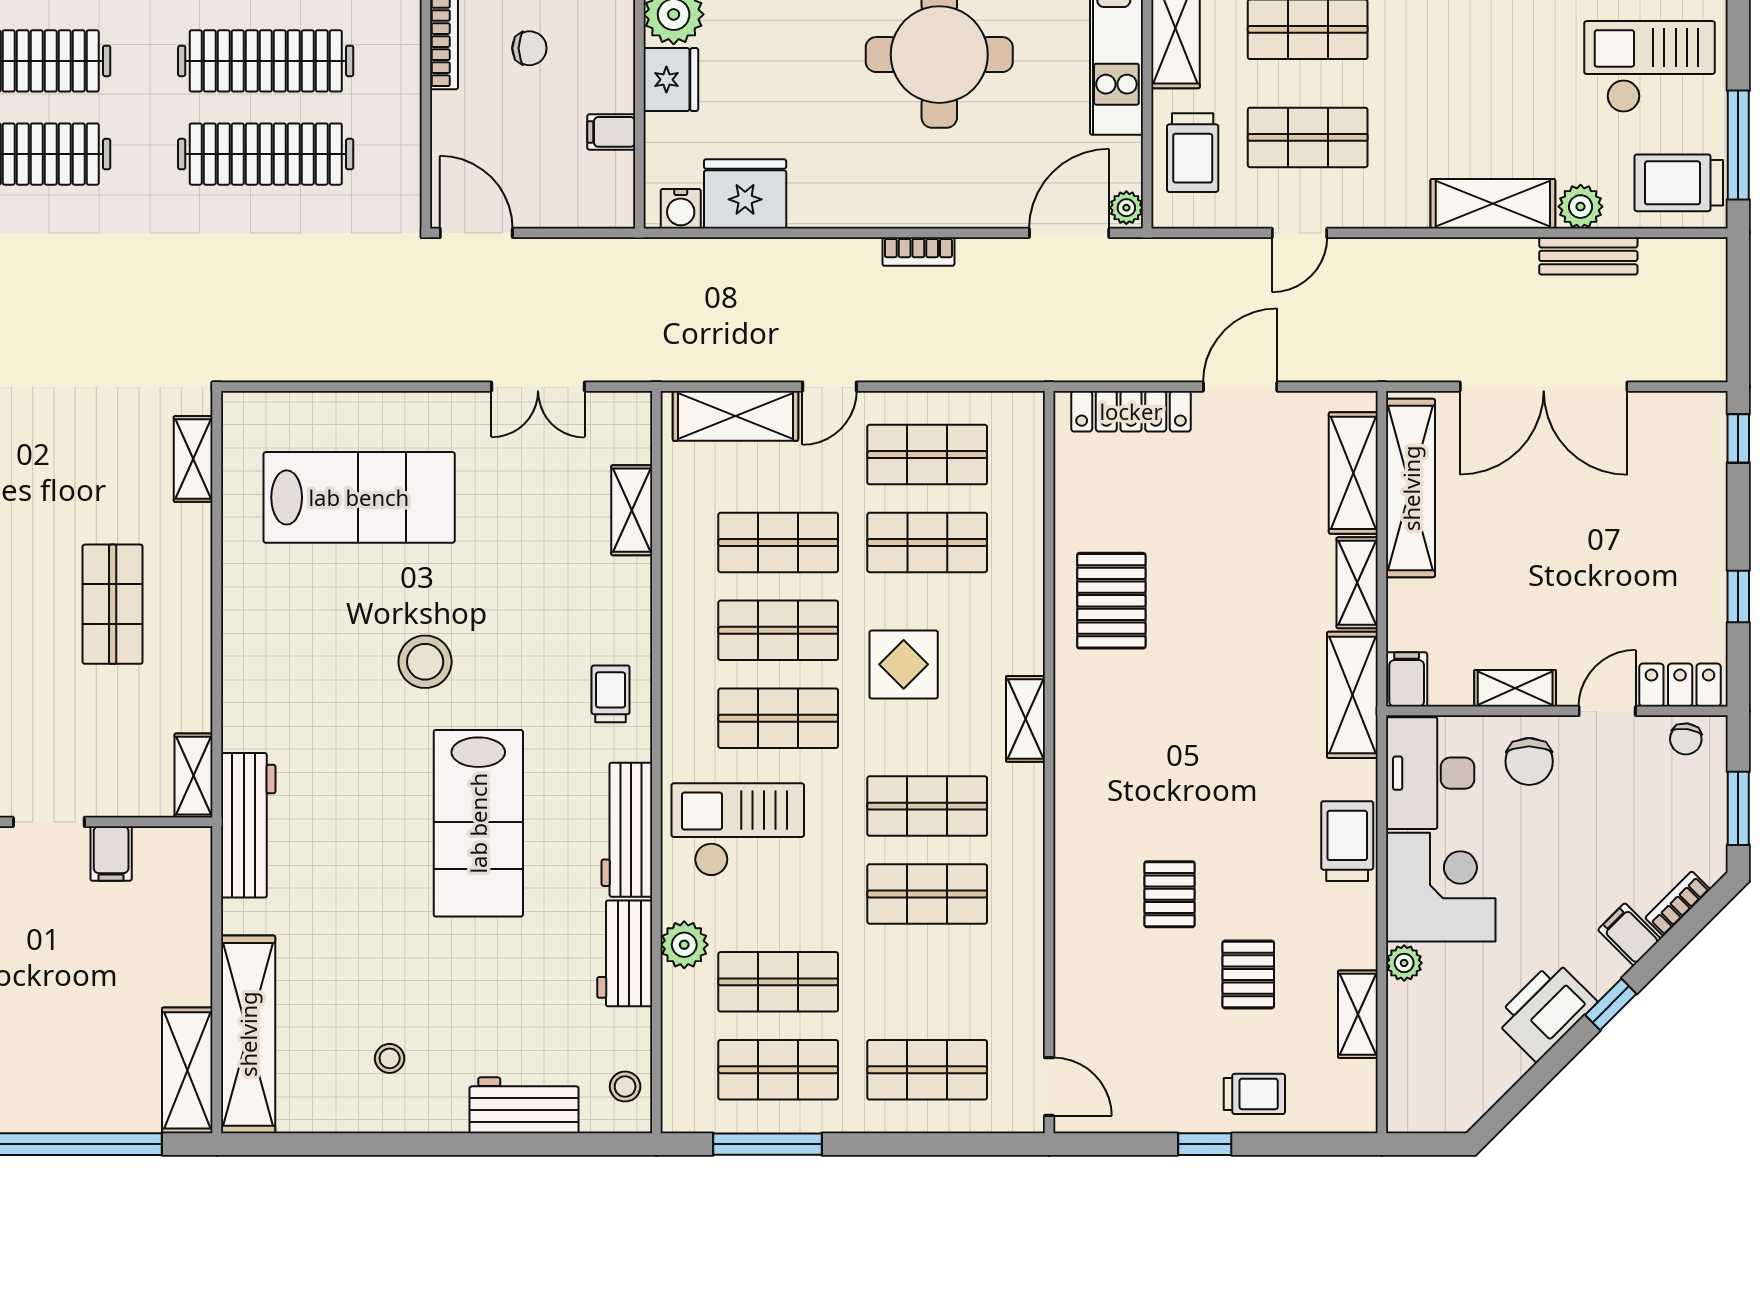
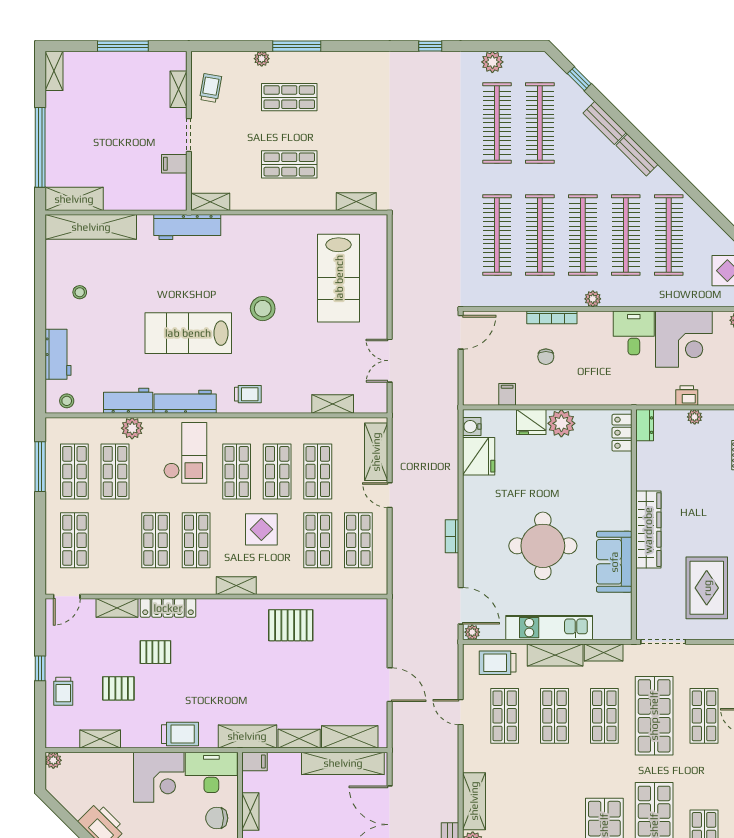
locker: (1131, 411) -> (168, 608), moved, turned -90
plant: (1404, 963) -> (53, 760), moved
shelving: (1074, 977) -> (117, 608), added

